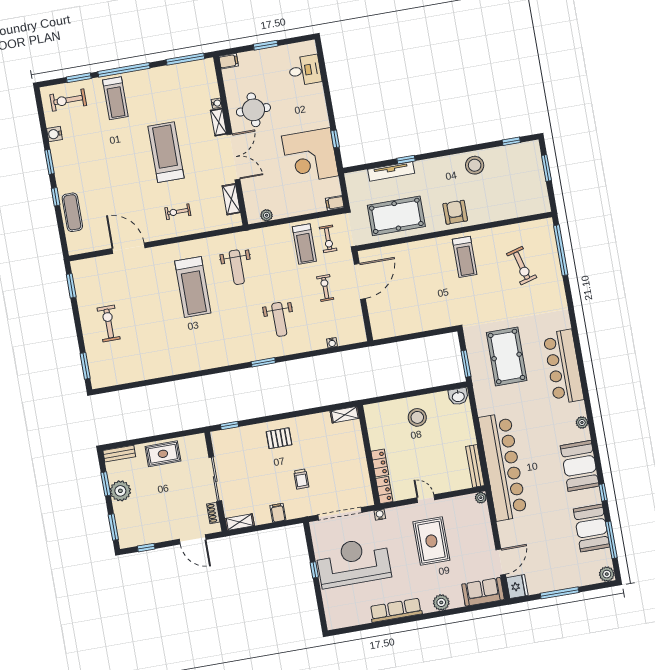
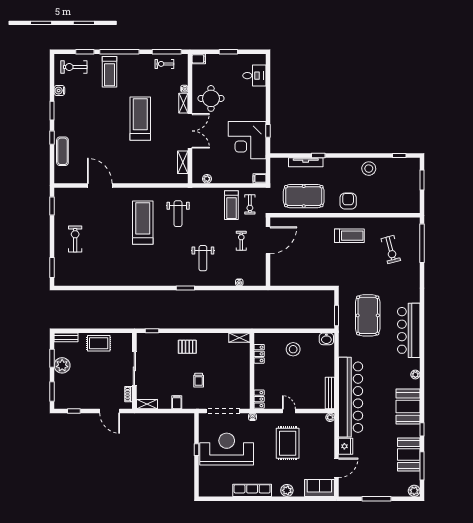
exercise bike: (178, 212) -> (164, 64), moved
treadmill: (465, 257) -> (349, 236), turned -90
treadmill: (193, 287) -> (143, 223), turned 180
locker: (380, 463) -> (259, 354), moved
fridge: (517, 587) -> (346, 446), moved

